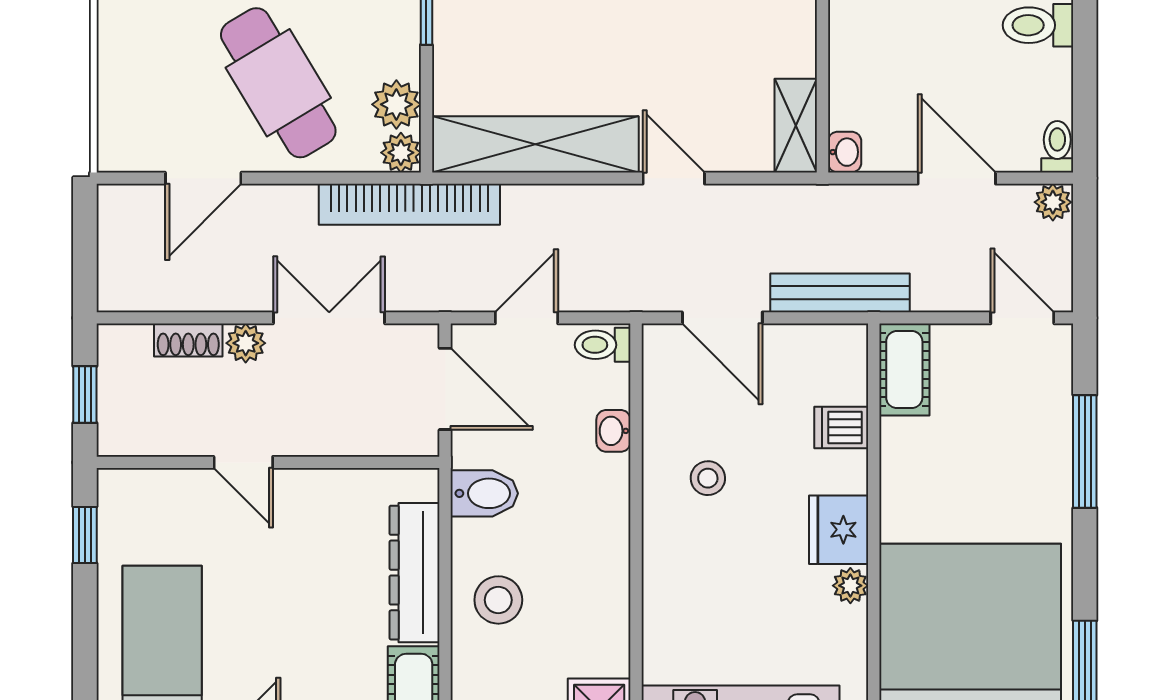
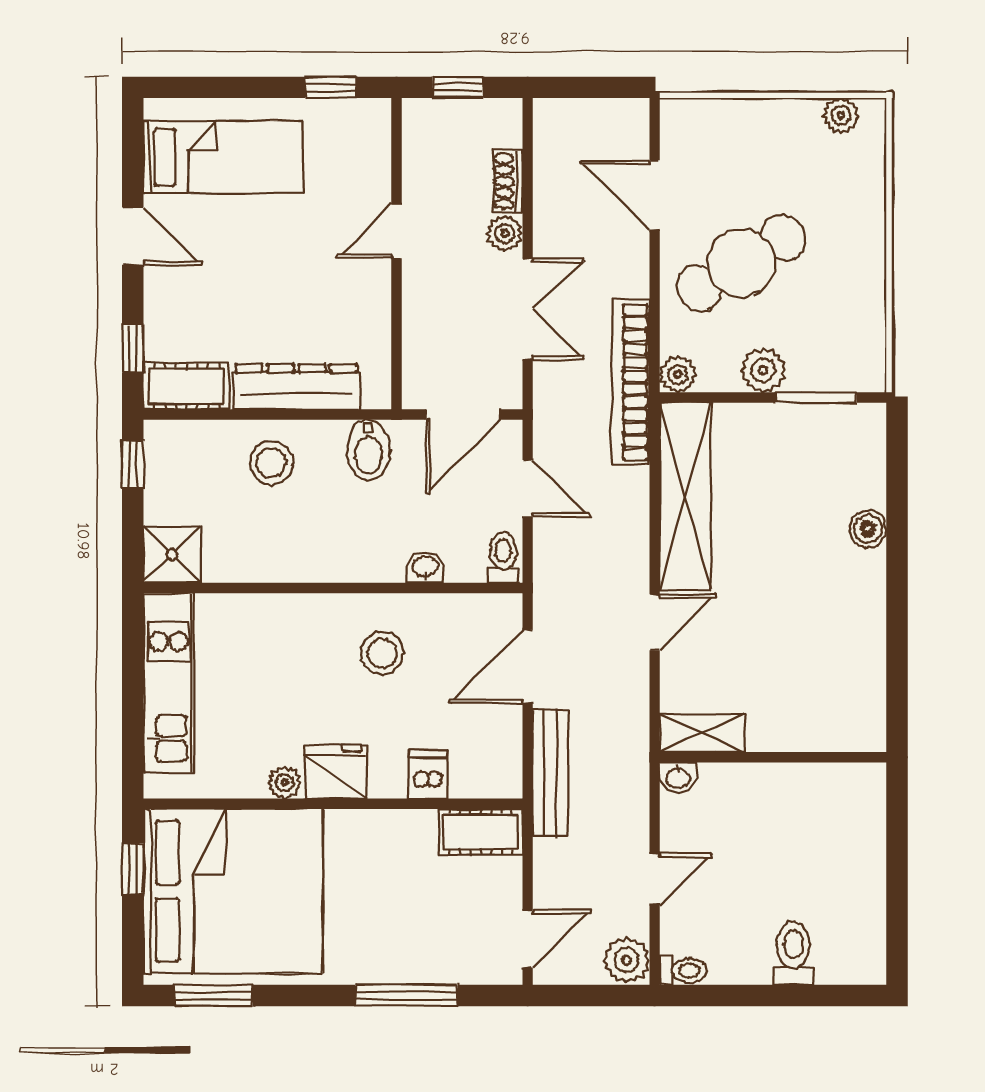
plant: (396, 104) -> (763, 370), moved
door: (957, 178) -> (655, 879), width x0.73
plant: (1053, 202) -> (626, 960), width x1.38, depth x1.38
stool: (708, 478) -> (382, 653), width x1.37, depth x1.37

